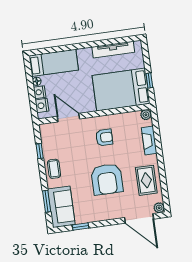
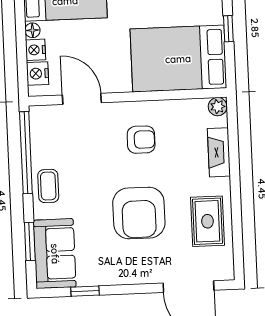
window: (149, 81) -> (228, 29), moved
window: (40, 151) -> (26, 153), width x3.17
plant: (159, 208) -> (225, 271), removed

